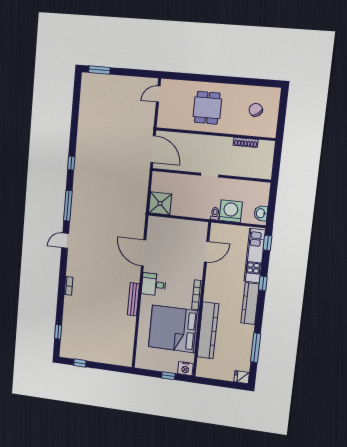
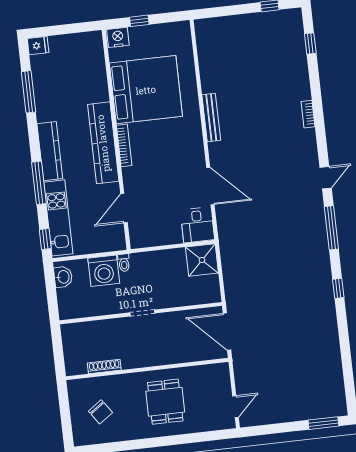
window: (263, 283) -> (39, 183), width x2.17
desk: (154, 284) -> (197, 225), moved, turned 90
kitchen counter: (208, 330) -> (103, 143), moved

